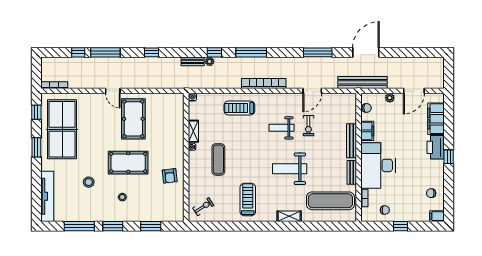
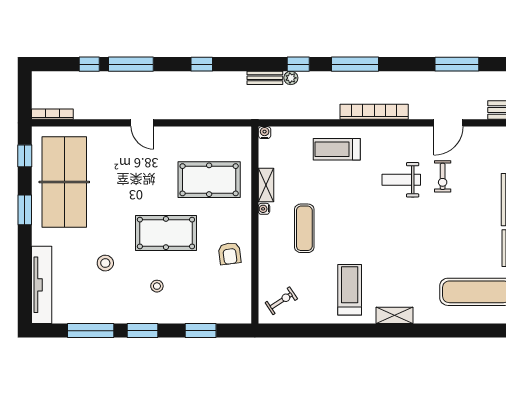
pool table: (133, 119) -> (209, 180), moved, turned 90
weight bench: (290, 169) -> (414, 243), removed
shelving: (289, 216) -> (394, 315), moved

